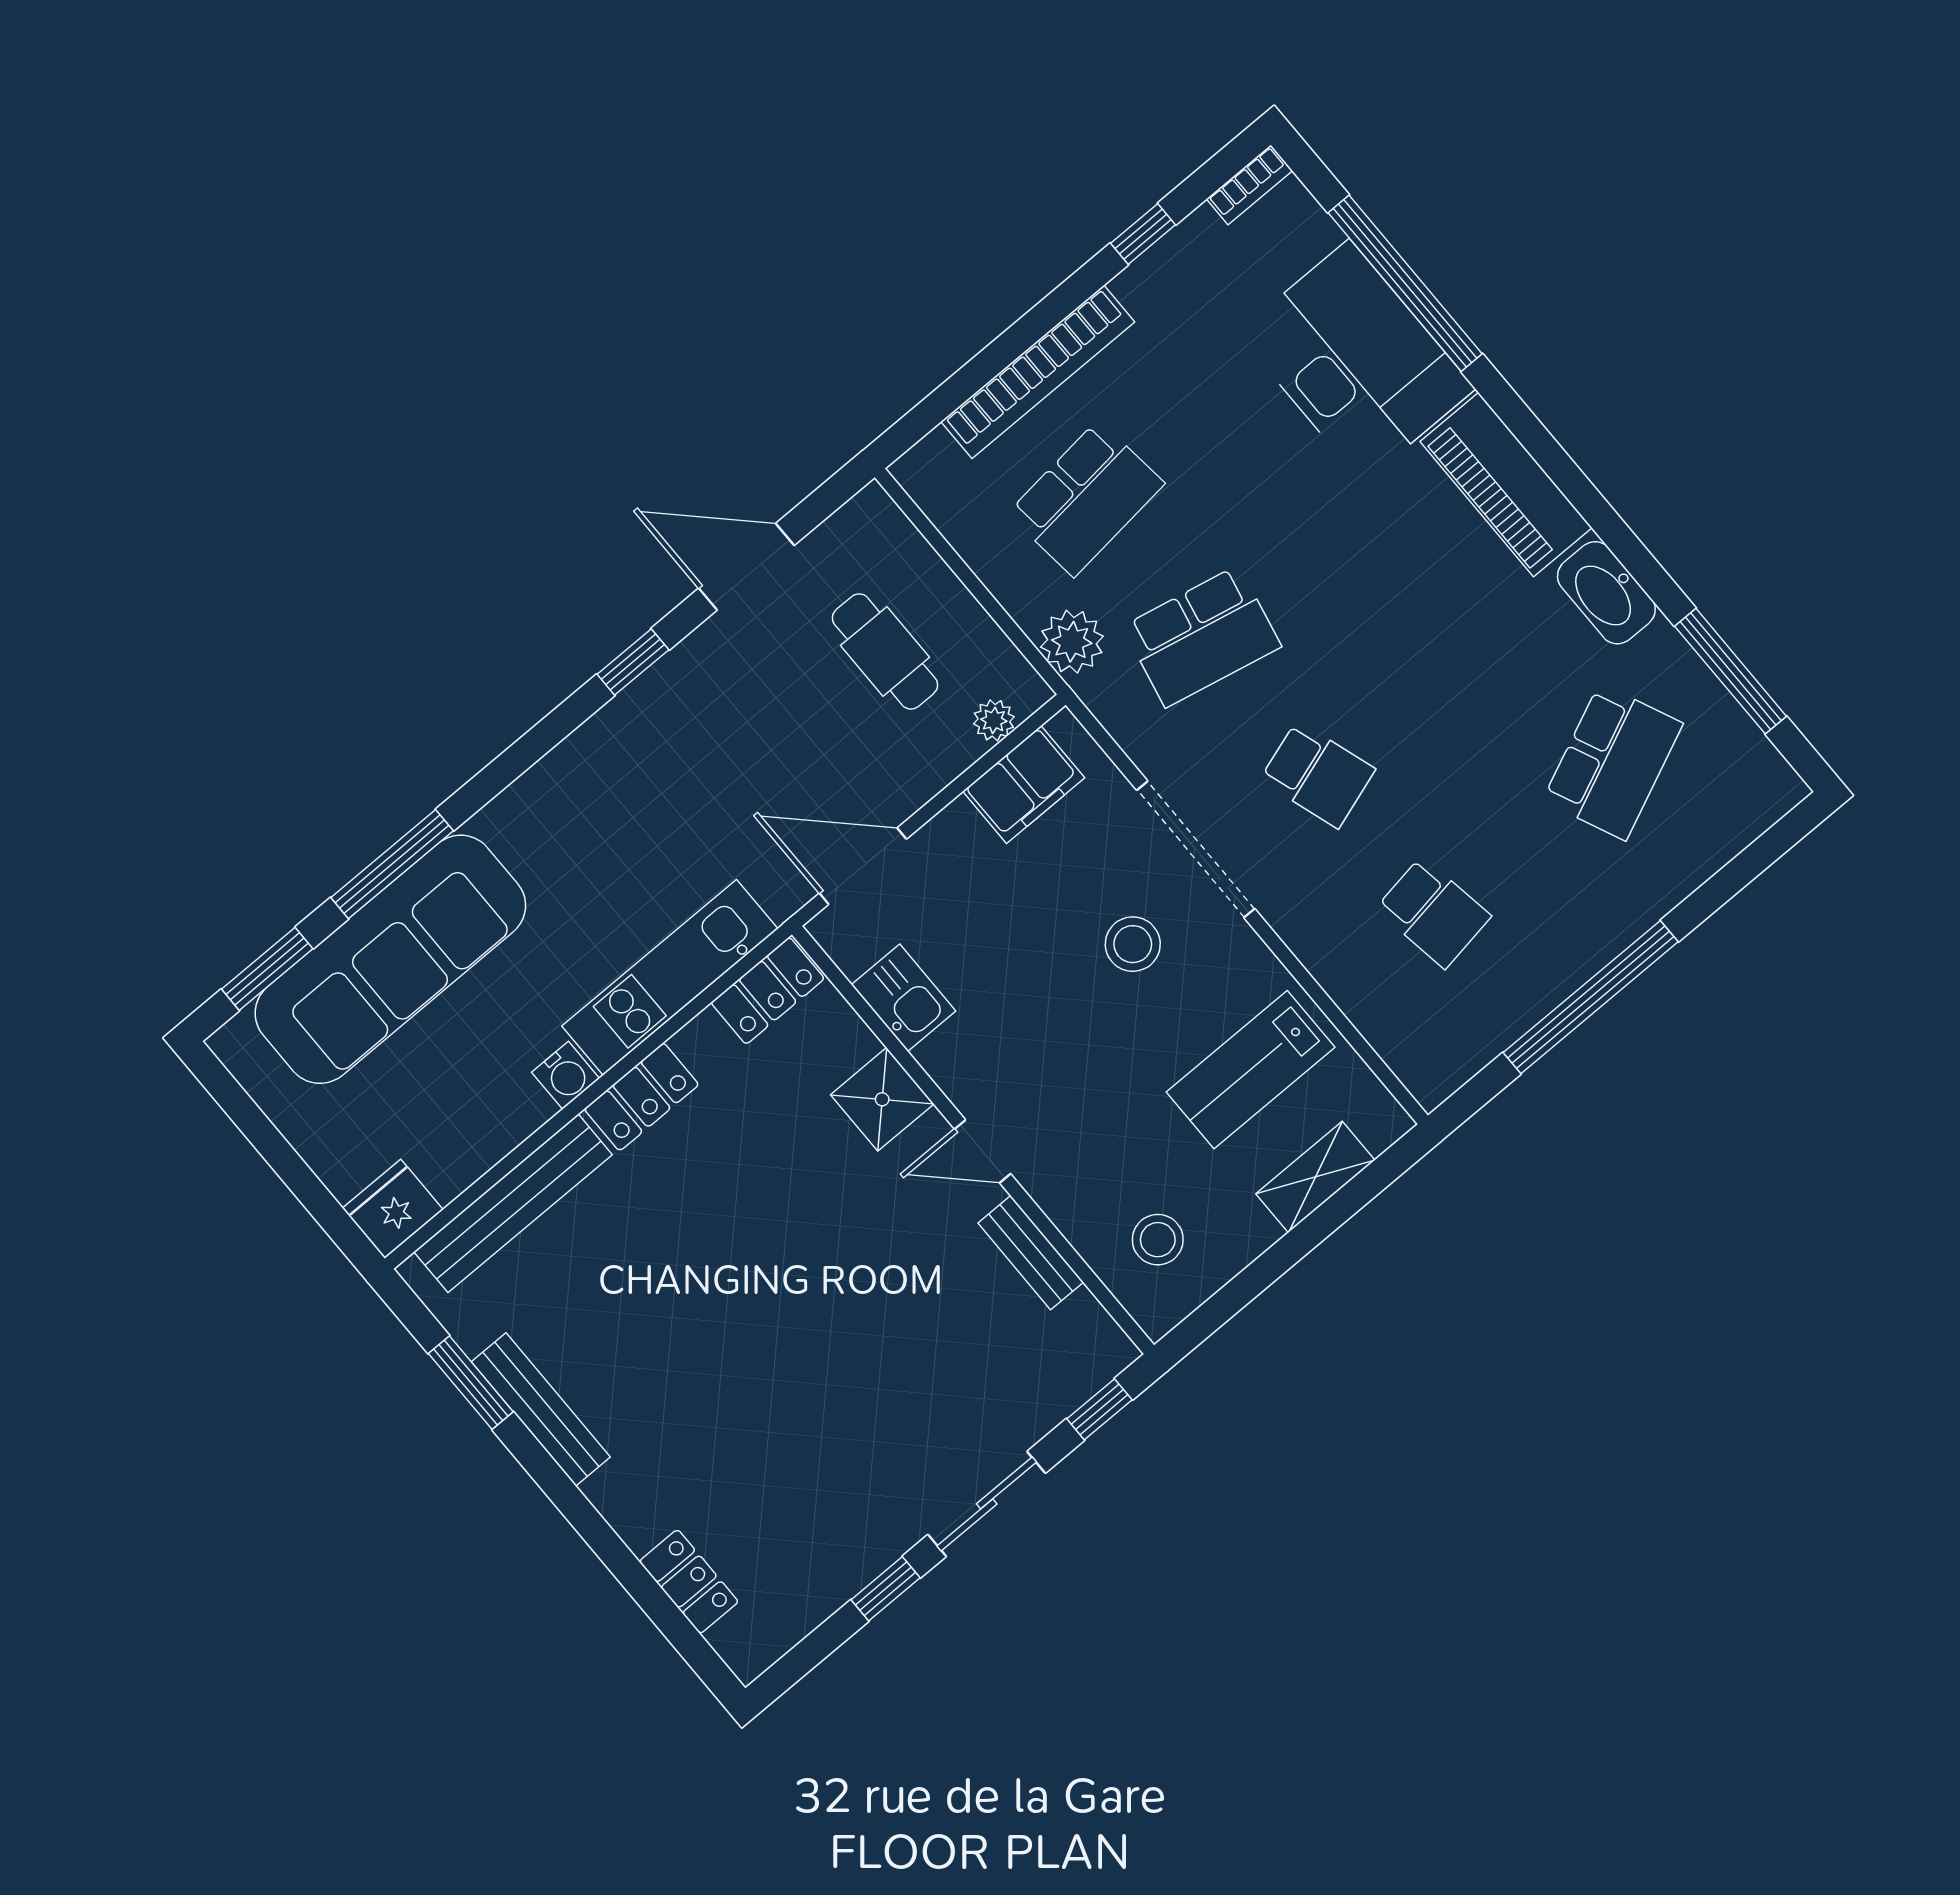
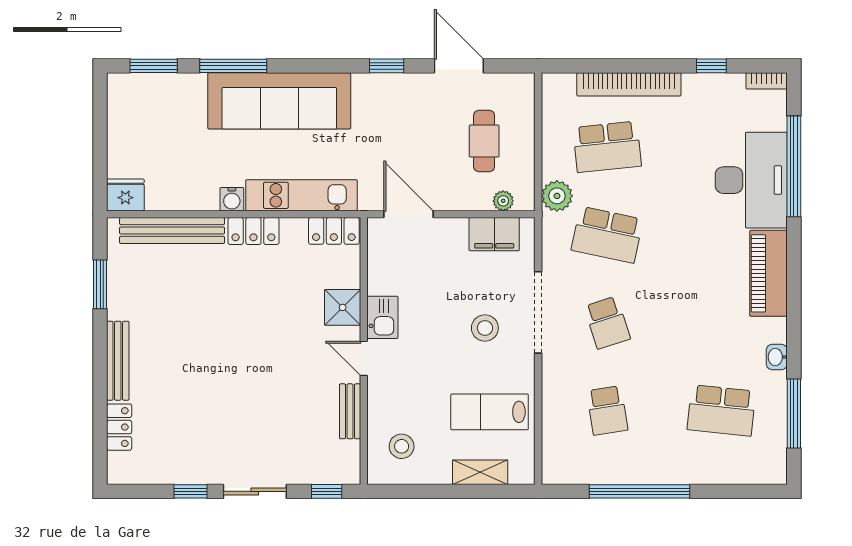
washbasin: (1606, 593) -> (777, 357), width x0.52, depth x0.69
school desk: (1613, 762) -> (721, 410), turned 30
sofa: (390, 959) -> (279, 101), moved
kitchen sink: (904, 998) -> (382, 317), moved
bench: (541, 1409) -> (118, 361), moved

